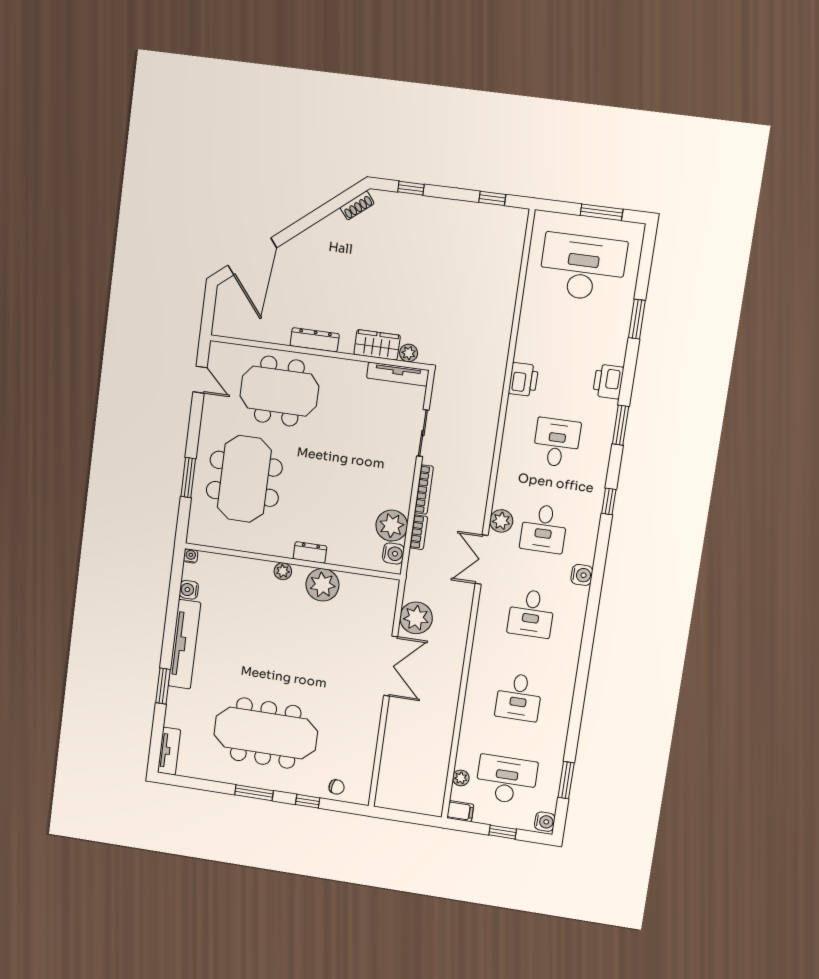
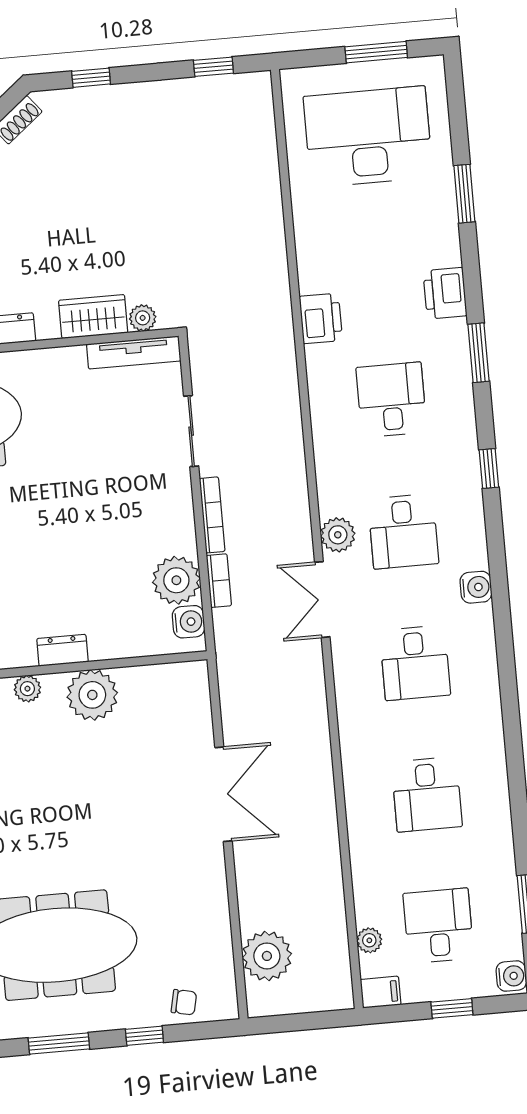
plant: (416, 618) -> (267, 956), moved
desk: (506, 780) -> (438, 926), width x0.73

